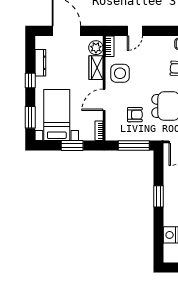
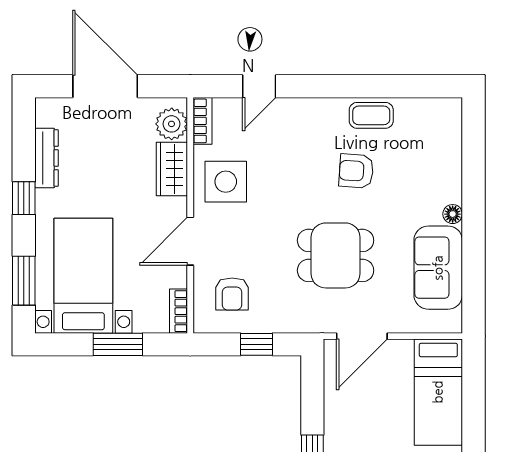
armchair: (135, 115) -> (232, 294), moved, turned 90
window: (134, 146) -> (256, 344), width x0.46

